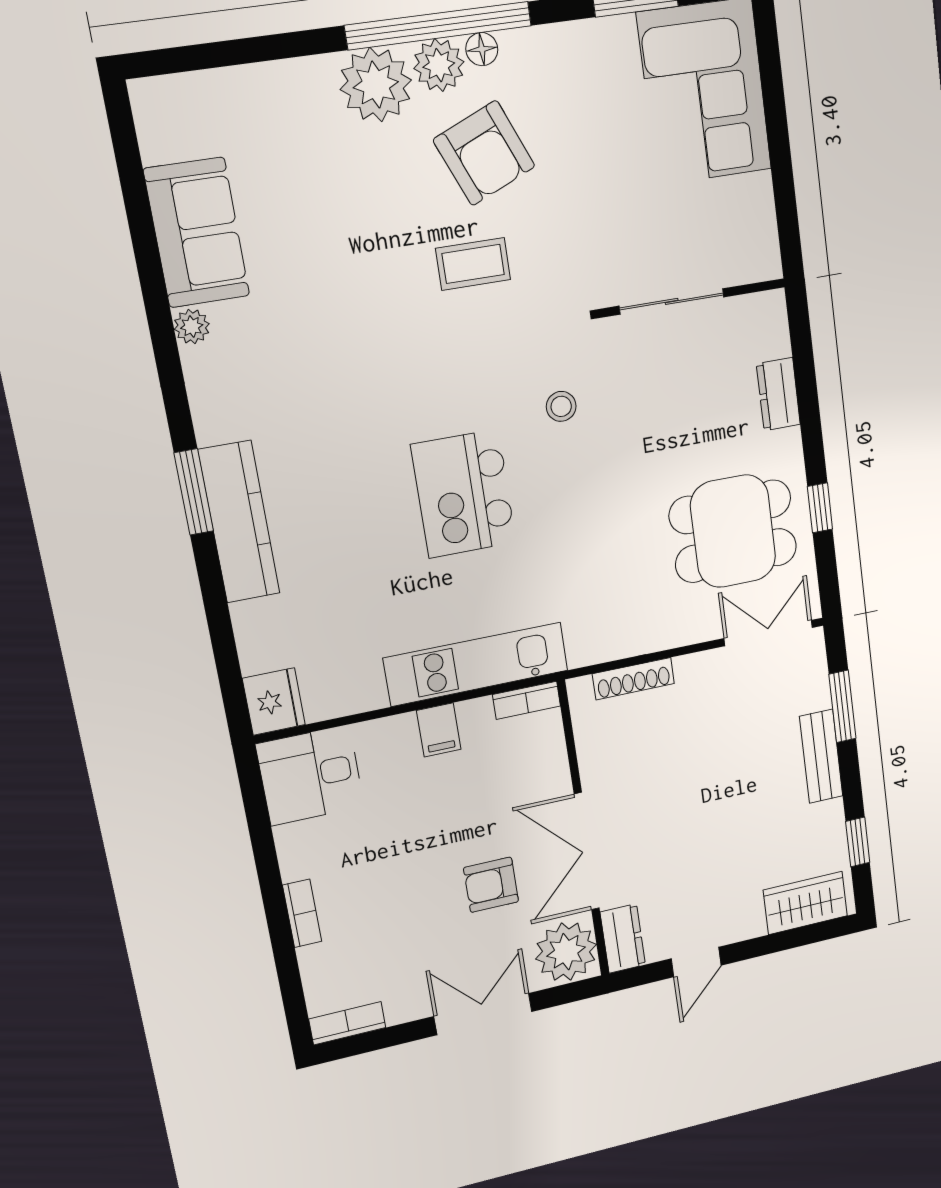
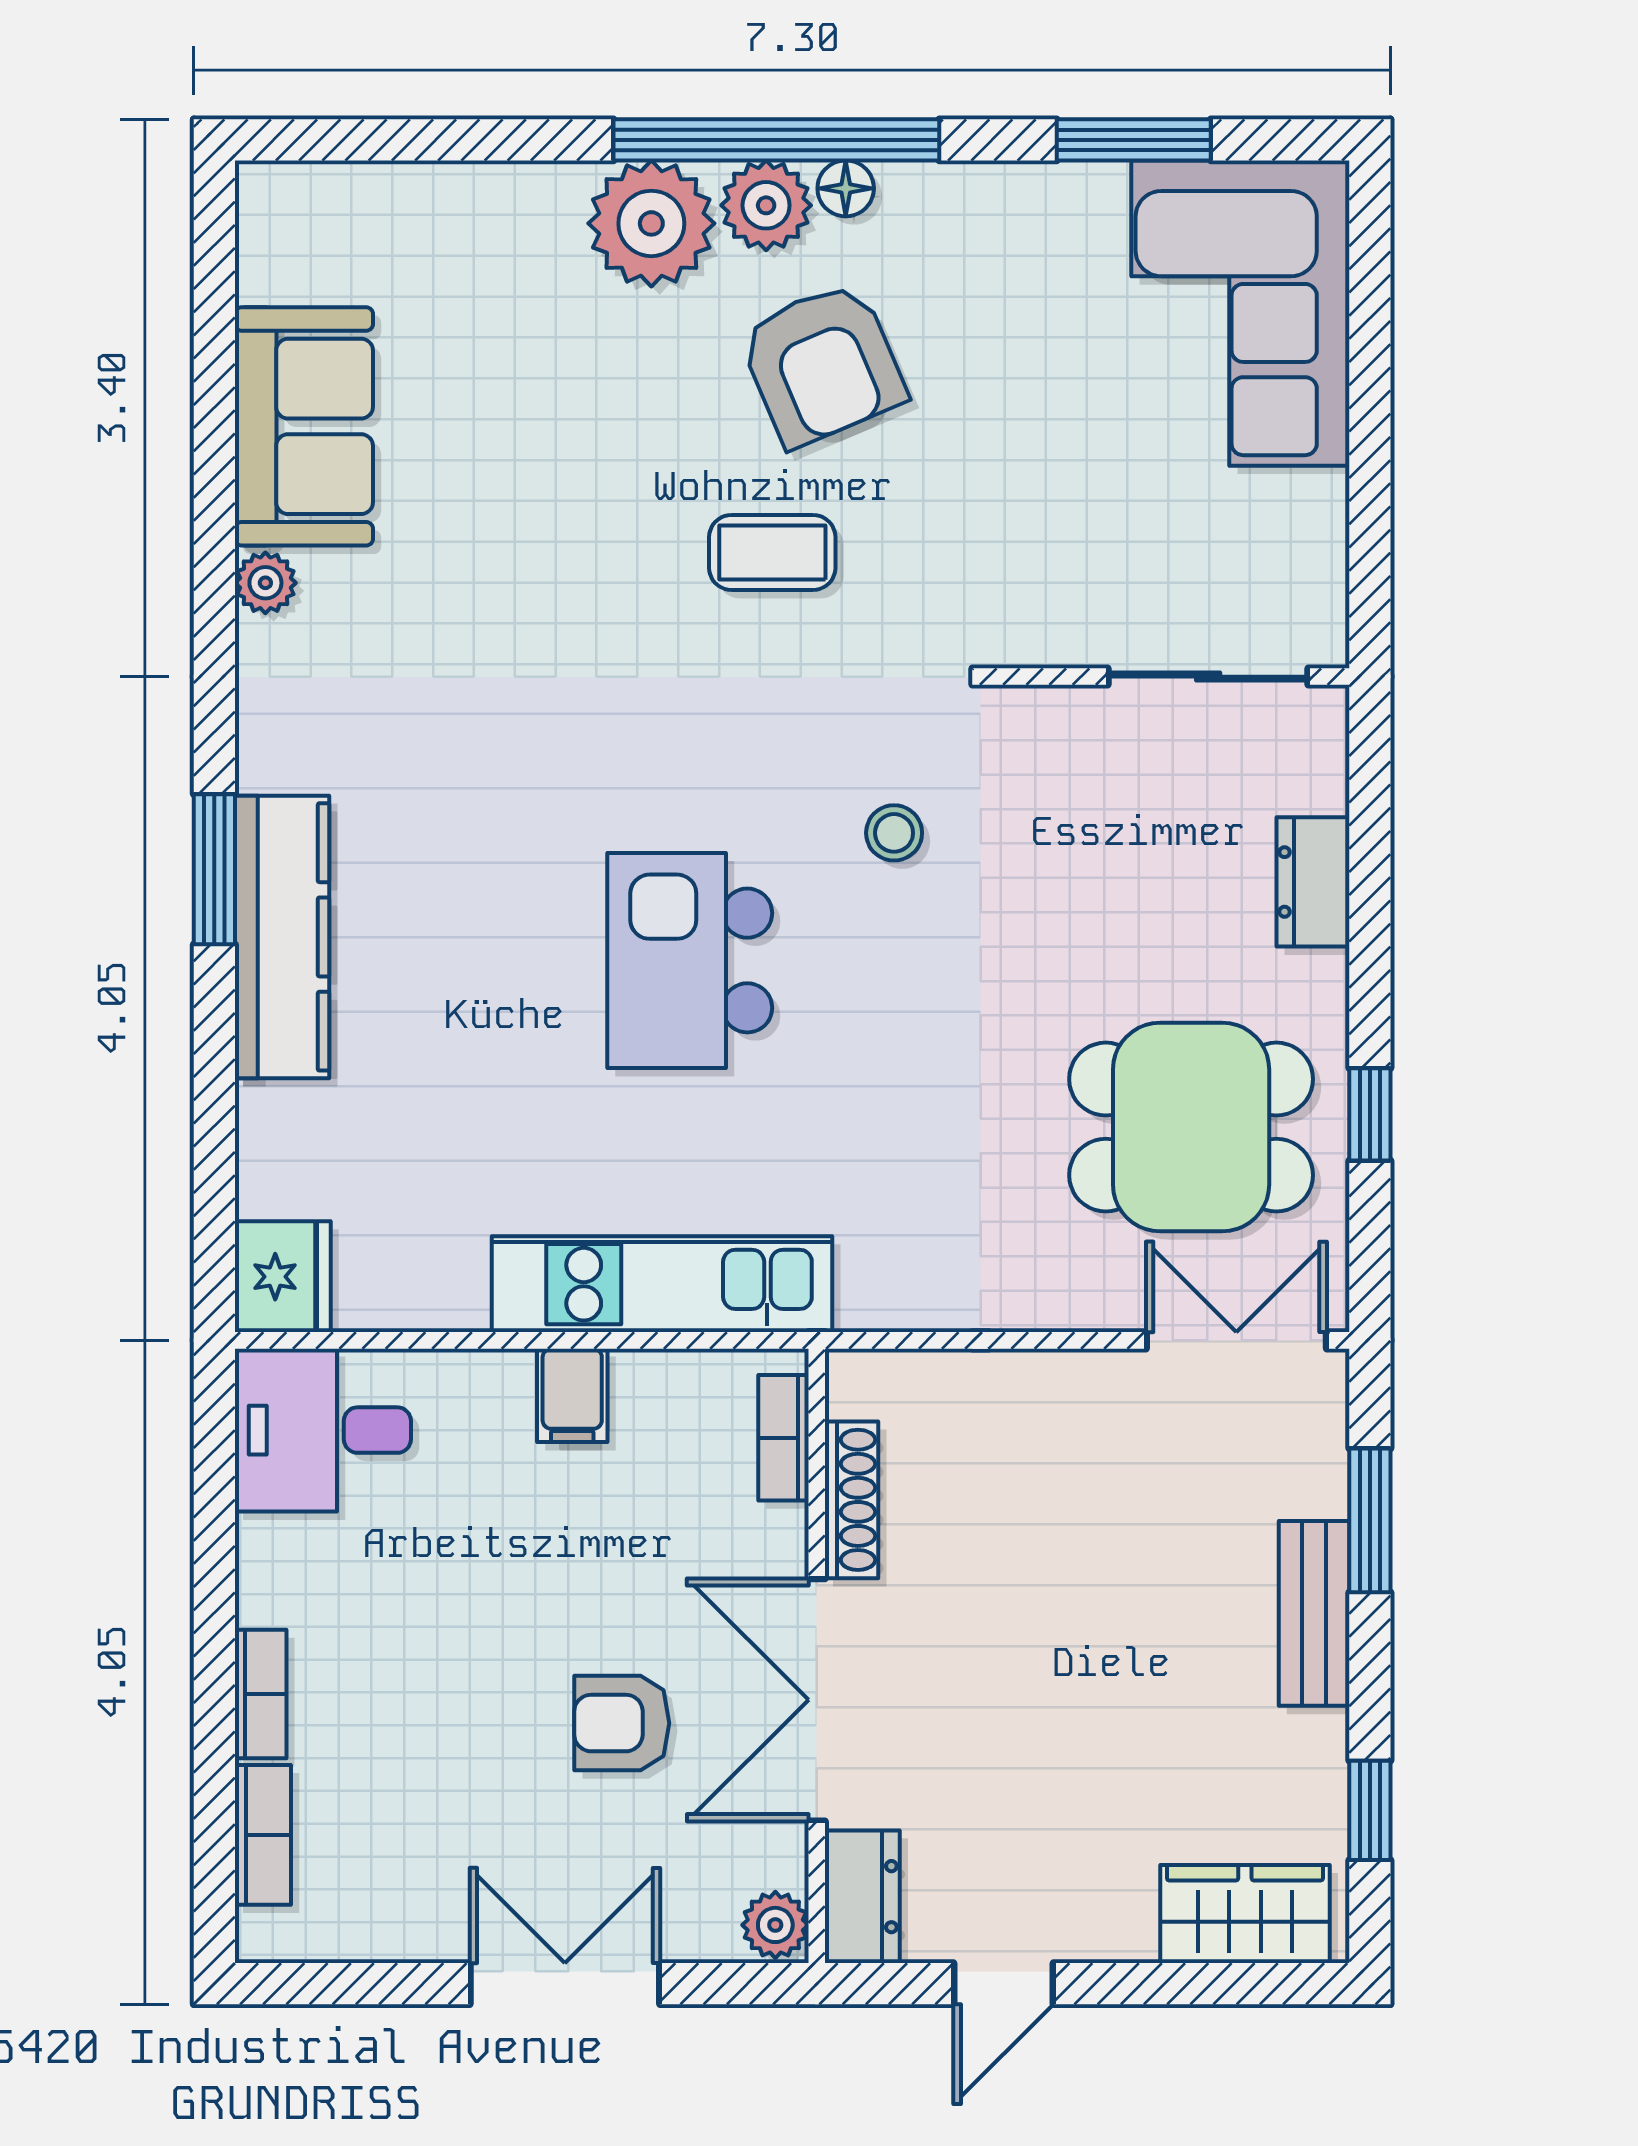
sliding door: (672, 301) -> (1208, 677), moved
shoe rack: (633, 679) -> (852, 1500), moved, turned -90
bookcase: (527, 700) -> (783, 1438), moved, turned 90
plant: (566, 952) -> (775, 1925), width x0.53, depth x0.53
bookcase: (347, 1023) -> (263, 1835), moved, turned 90

